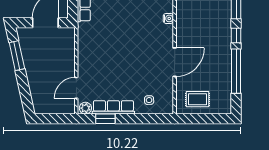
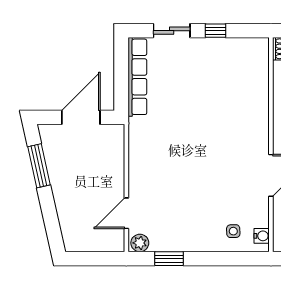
water cooler: (168, 18) -> (262, 236), moved
row of seats: (113, 107) -> (181, 242), removed

